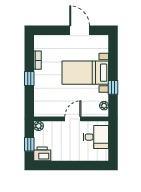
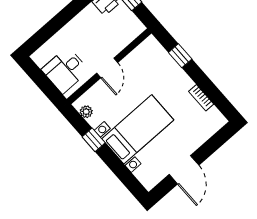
door: (80, 30) -> (184, 170), hinge flipped
window: (29, 78) -> (180, 56), moved
plant: (39, 126) -> (138, 28), removed

